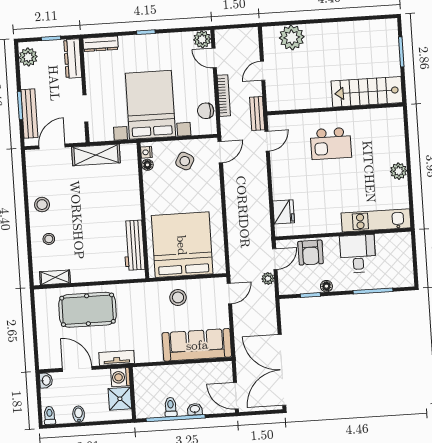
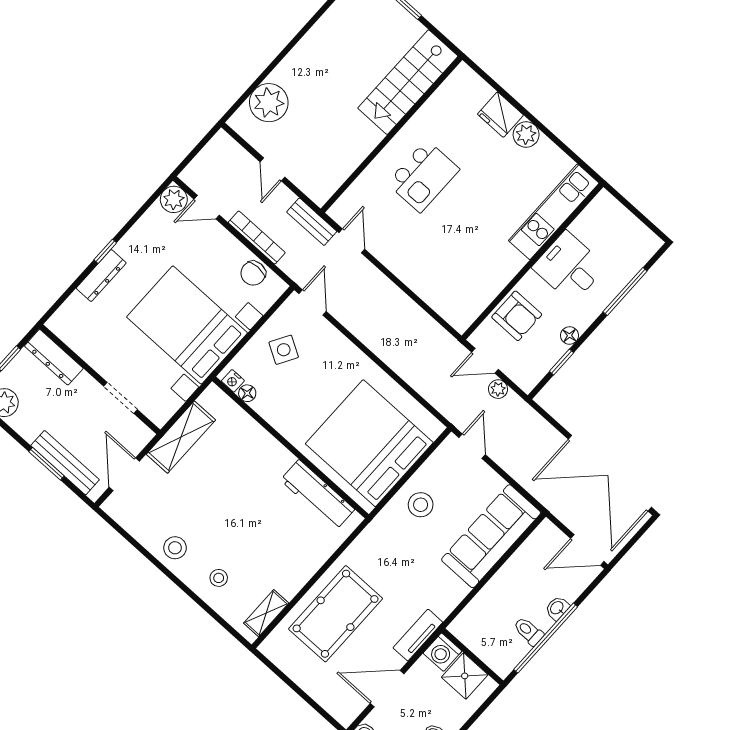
dresser: (101, 44) -> (101, 275), moved
fridge: (284, 212) -> (500, 115), moved, turned 180
door: (275, 259) -> (485, 361), swing flipped

